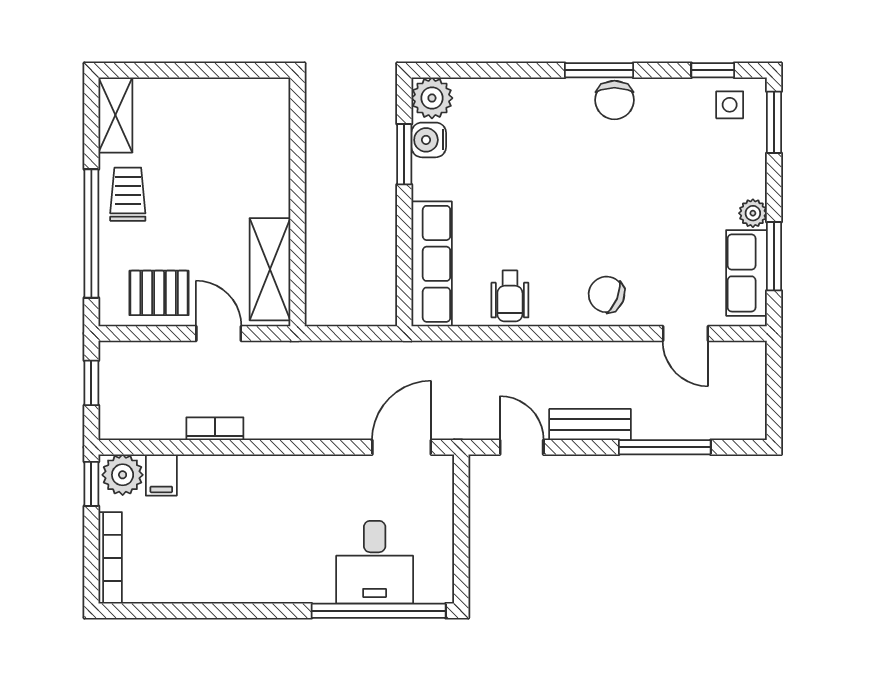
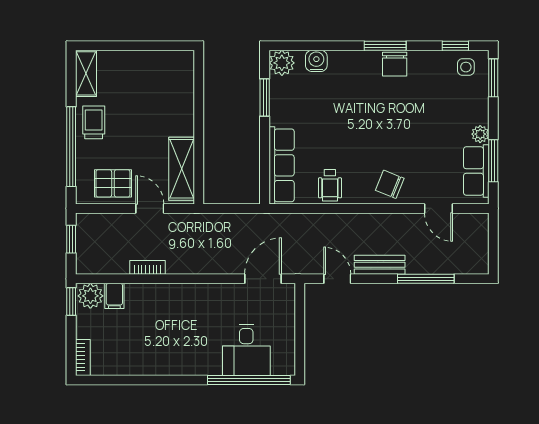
water cooler: (429, 140) -> (316, 61), moved, turned 90
bookcase: (110, 558) -> (83, 357), width x0.64

